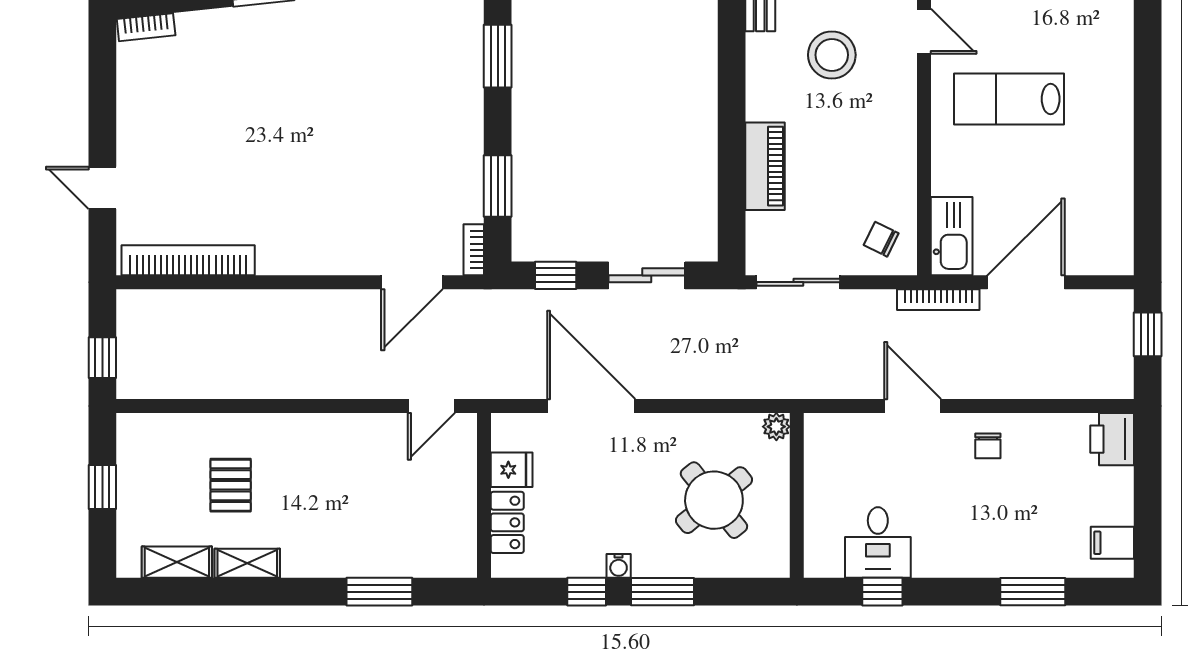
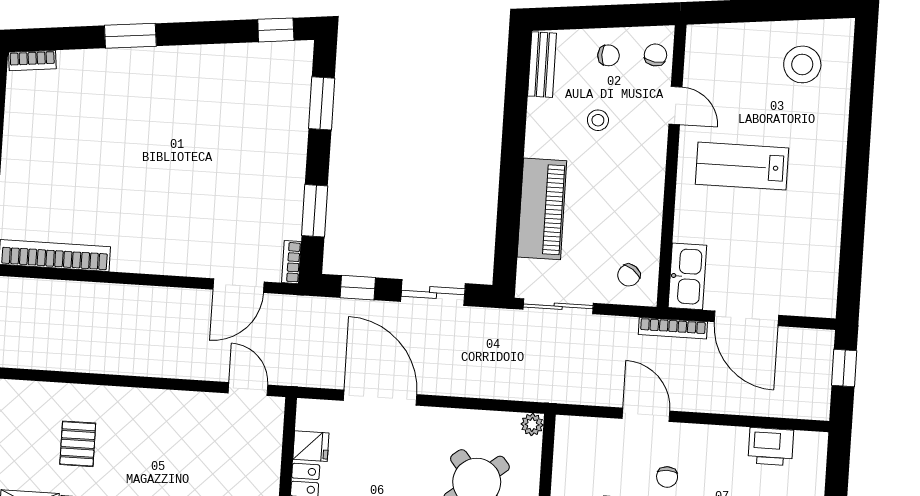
stool: (832, 55) -> (598, 120), width x0.53, depth x0.53
piano: (765, 166) -> (542, 209), width x1.37, depth x1.33
chair: (881, 239) -> (629, 275), turned -81
door: (1026, 282) -> (746, 318), swing flipped
door: (431, 406) -> (248, 389), swing flipped
printer: (1112, 439) -> (771, 447), moved, turned -90
chair: (988, 446) -> (667, 477), moved

